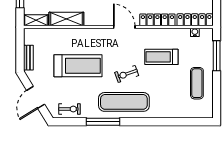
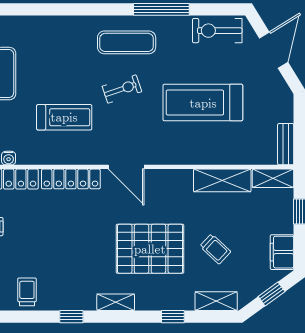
bench: (28, 58) -> (286, 144), moved
exercise mat: (124, 102) -> (127, 42), width x0.73, depth x0.69
exercise bike: (69, 109) -> (217, 31), width x1.38, depth x1.39

